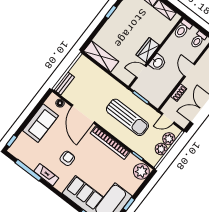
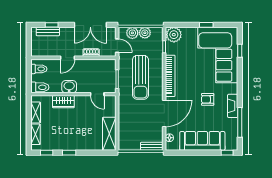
wardrobe: (148, 50) -> (63, 102), moved
washbasin: (158, 63) -> (69, 87), moved
sun lounger: (127, 117) -> (140, 77), turned 180
sofa: (40, 123) -> (202, 141), width x1.36

